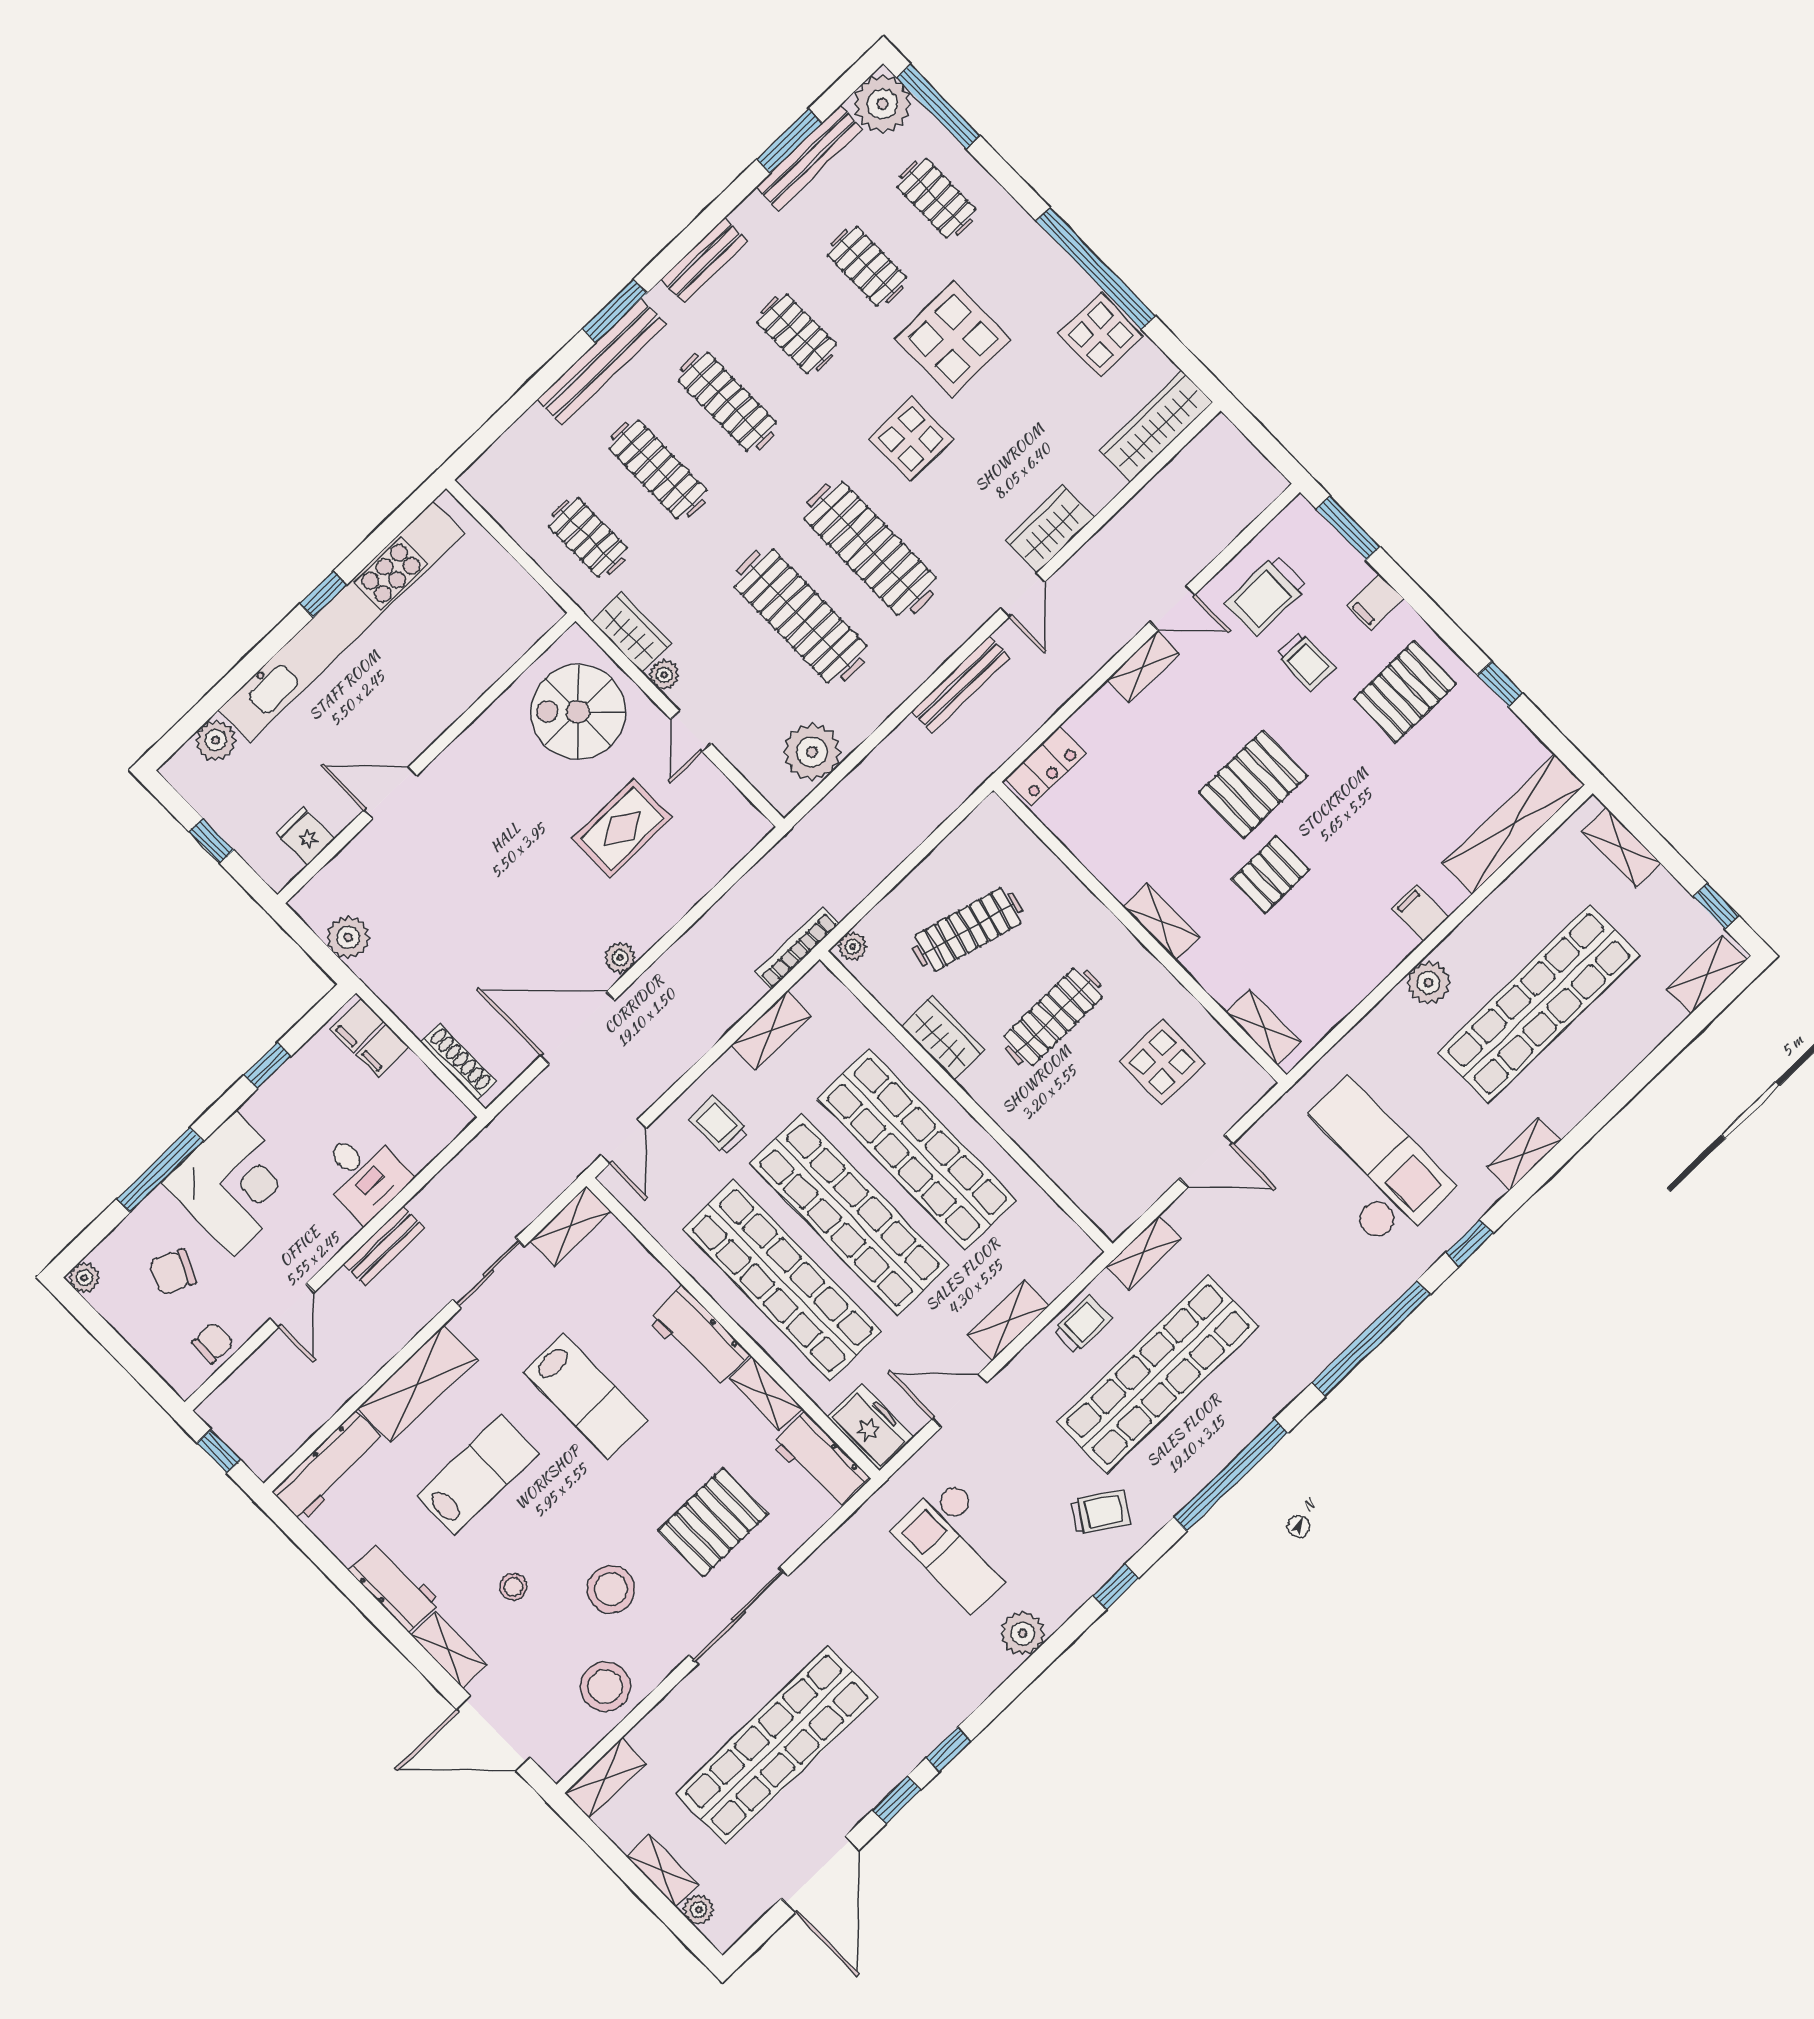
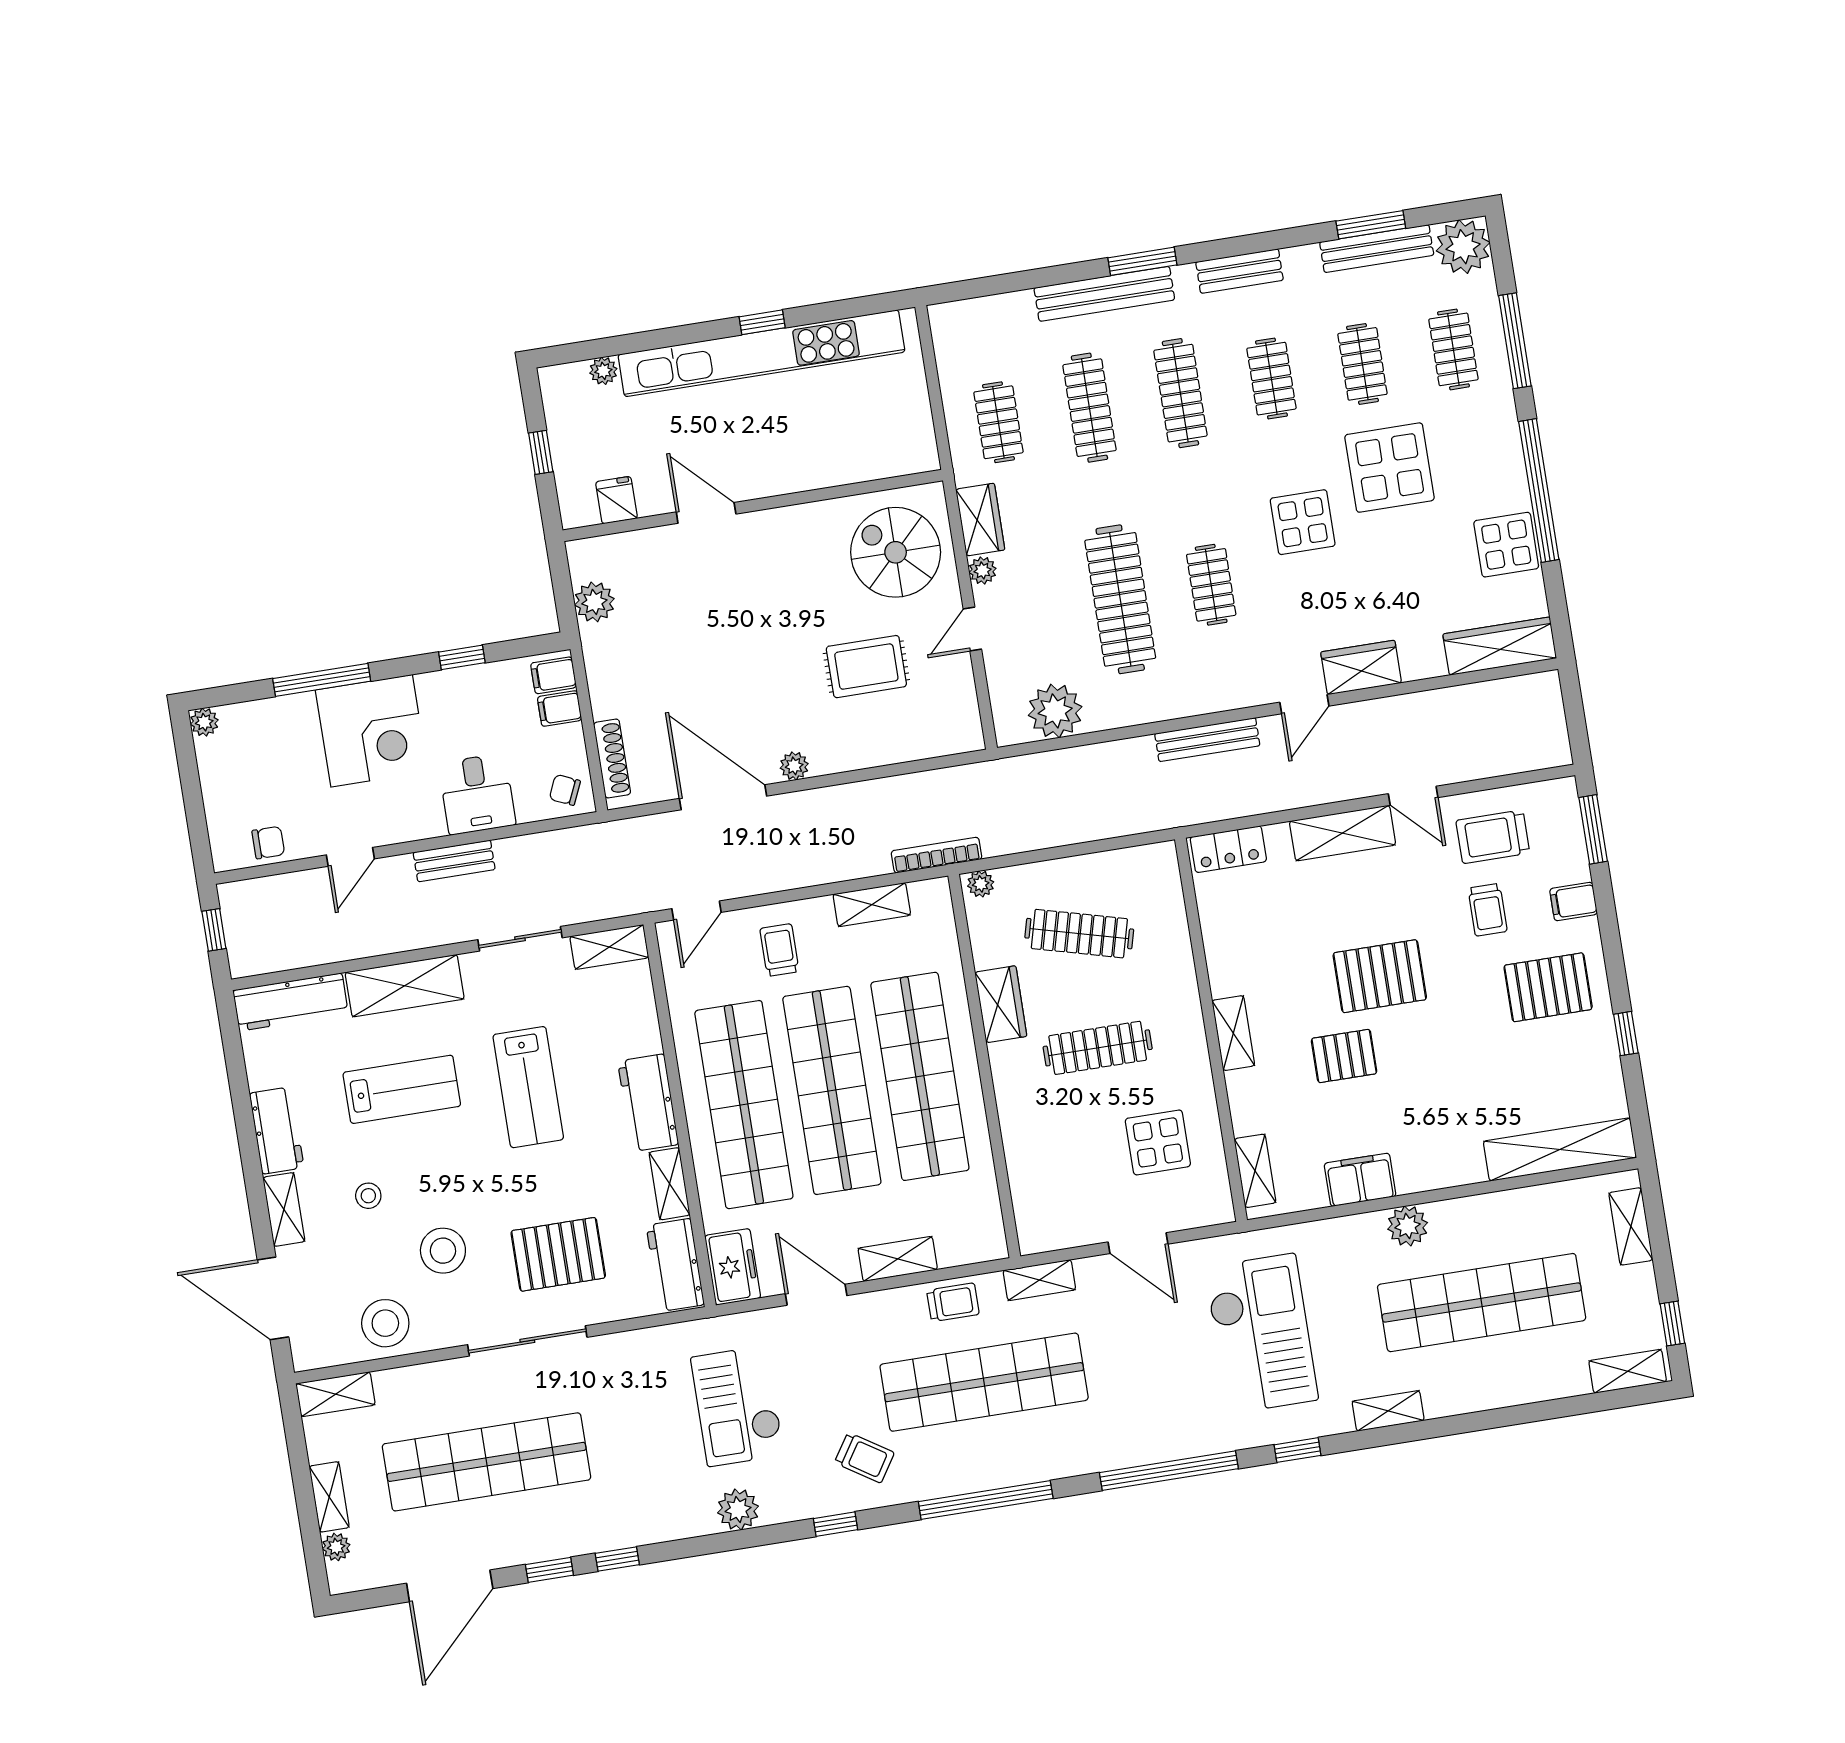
window: (938, 106) -> (1515, 341), moved
clothes rail: (870, 548) -> (1211, 585), width x0.54, depth x0.76
shelving: (1143, 667) -> (1343, 833), width x1.50, depth x1.33
plant: (216, 740) -> (603, 371), width x0.73, depth x0.73
filing cabinet: (1420, 913) -> (1360, 1180), moved, width x2.00
chair: (173, 1272) -> (565, 790), moved, width x0.73, depth x0.73

